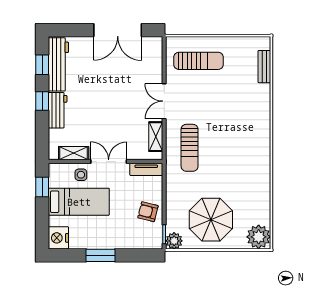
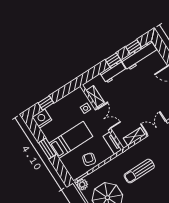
sun lounger: (190, 148) -> (139, 171), moved
window: (42, 187) -> (46, 103), moved
bed: (79, 202) -> (71, 140), moved, turned -90

